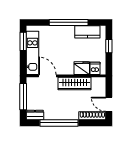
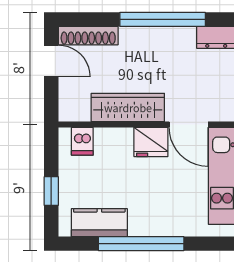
fridge: (82, 68) -> (151, 142), moved

